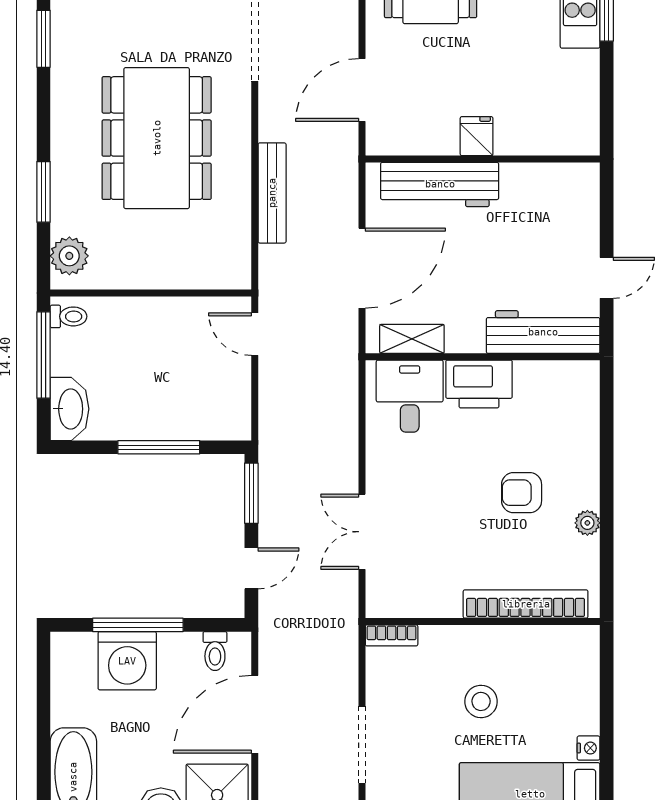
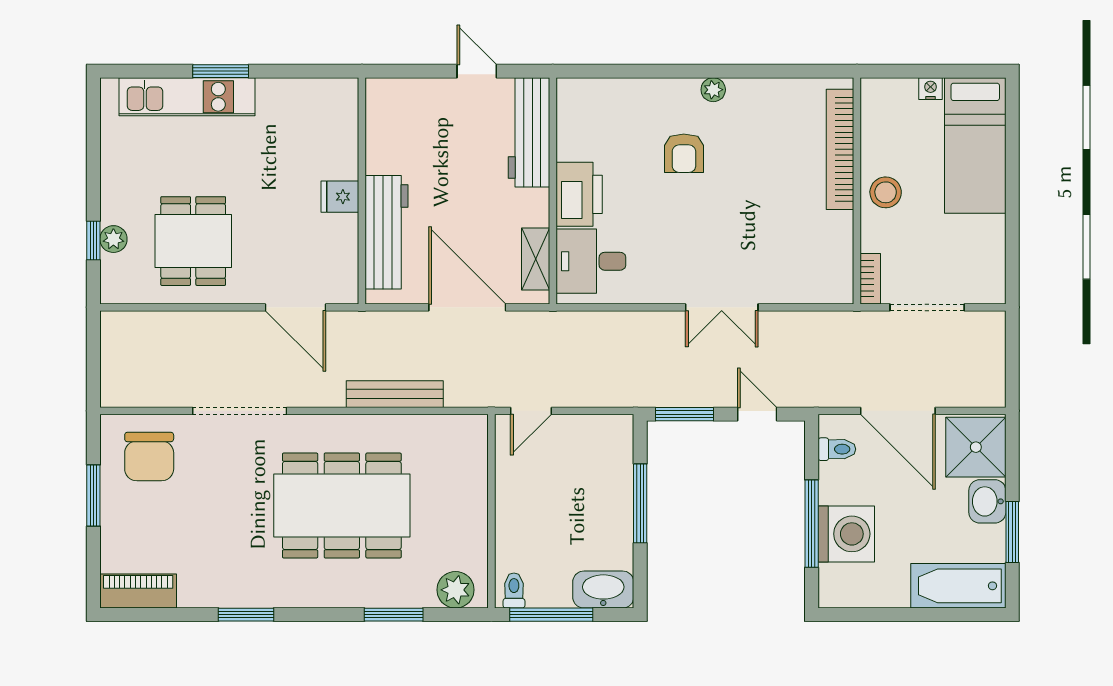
bookcase: (526, 604) -> (840, 149), moved
wall: (483, 622) -> (857, 191), moved
bookcase: (392, 635) -> (870, 279), moved

